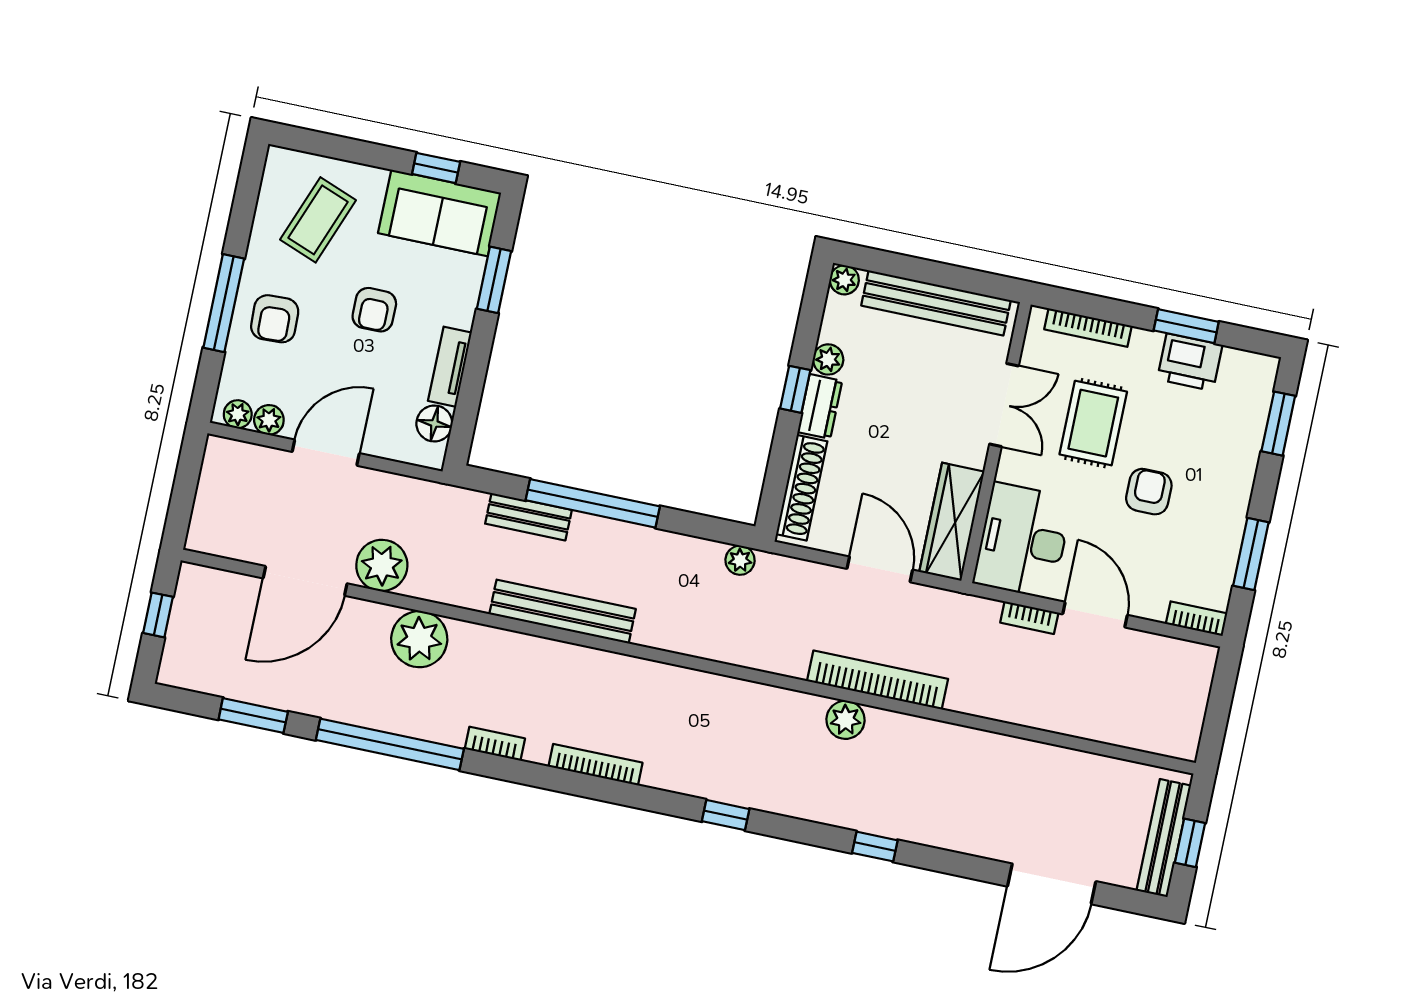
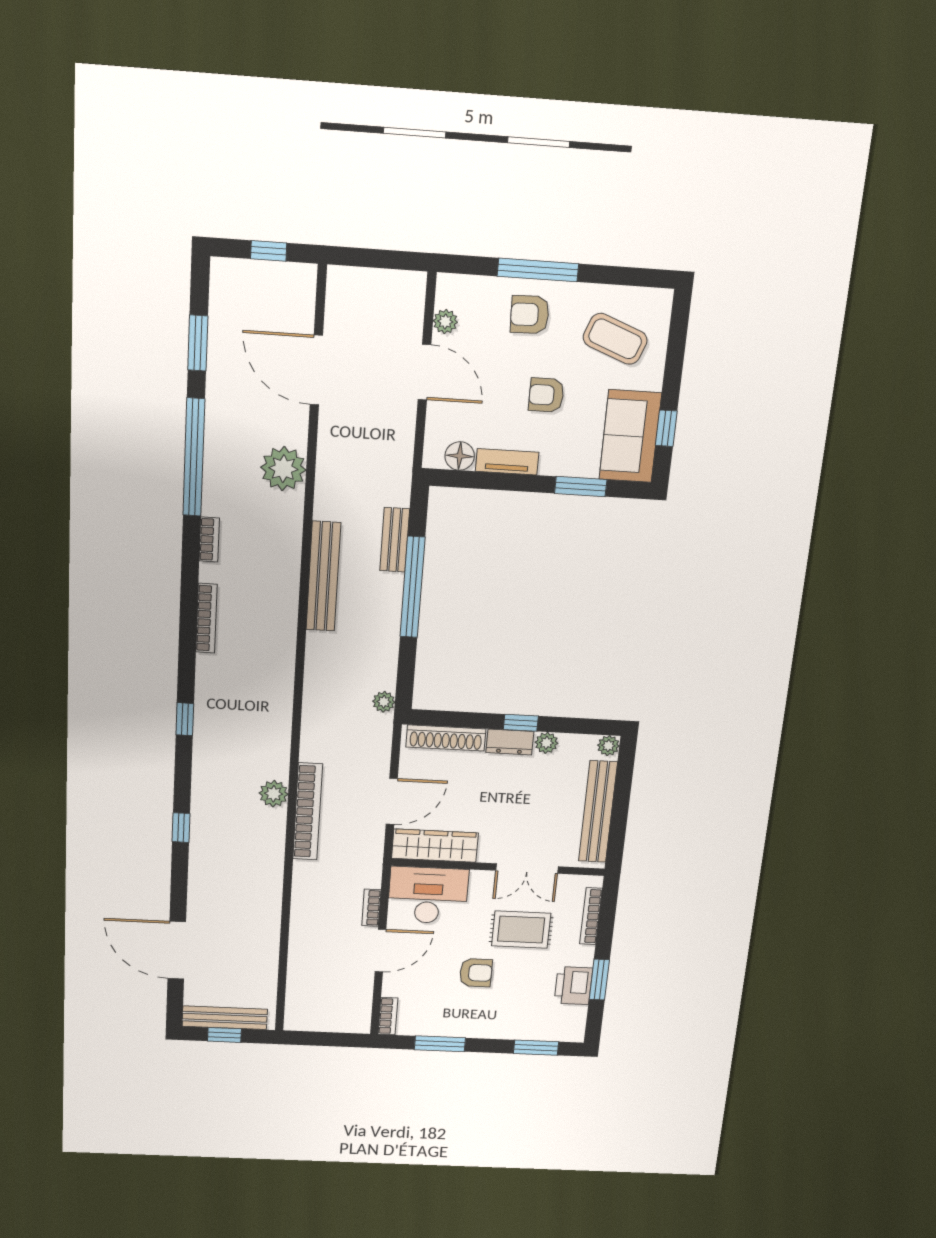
plant: (238, 414) -> (447, 295), removed
plant: (382, 565) -> (339, 430), removed

